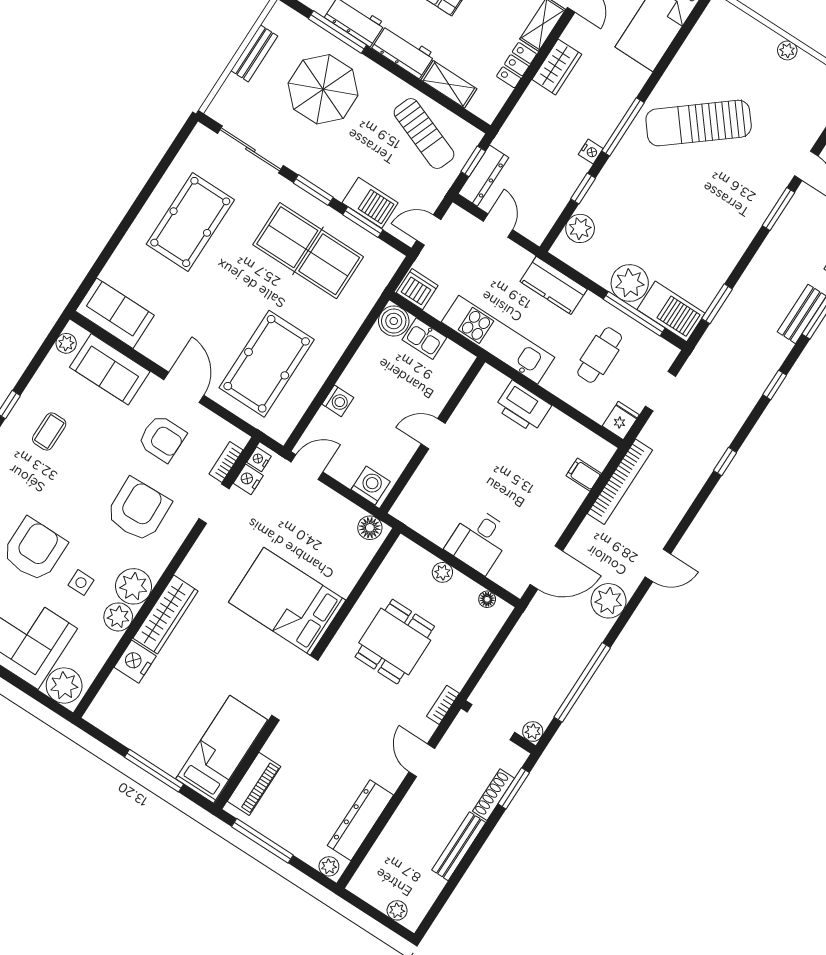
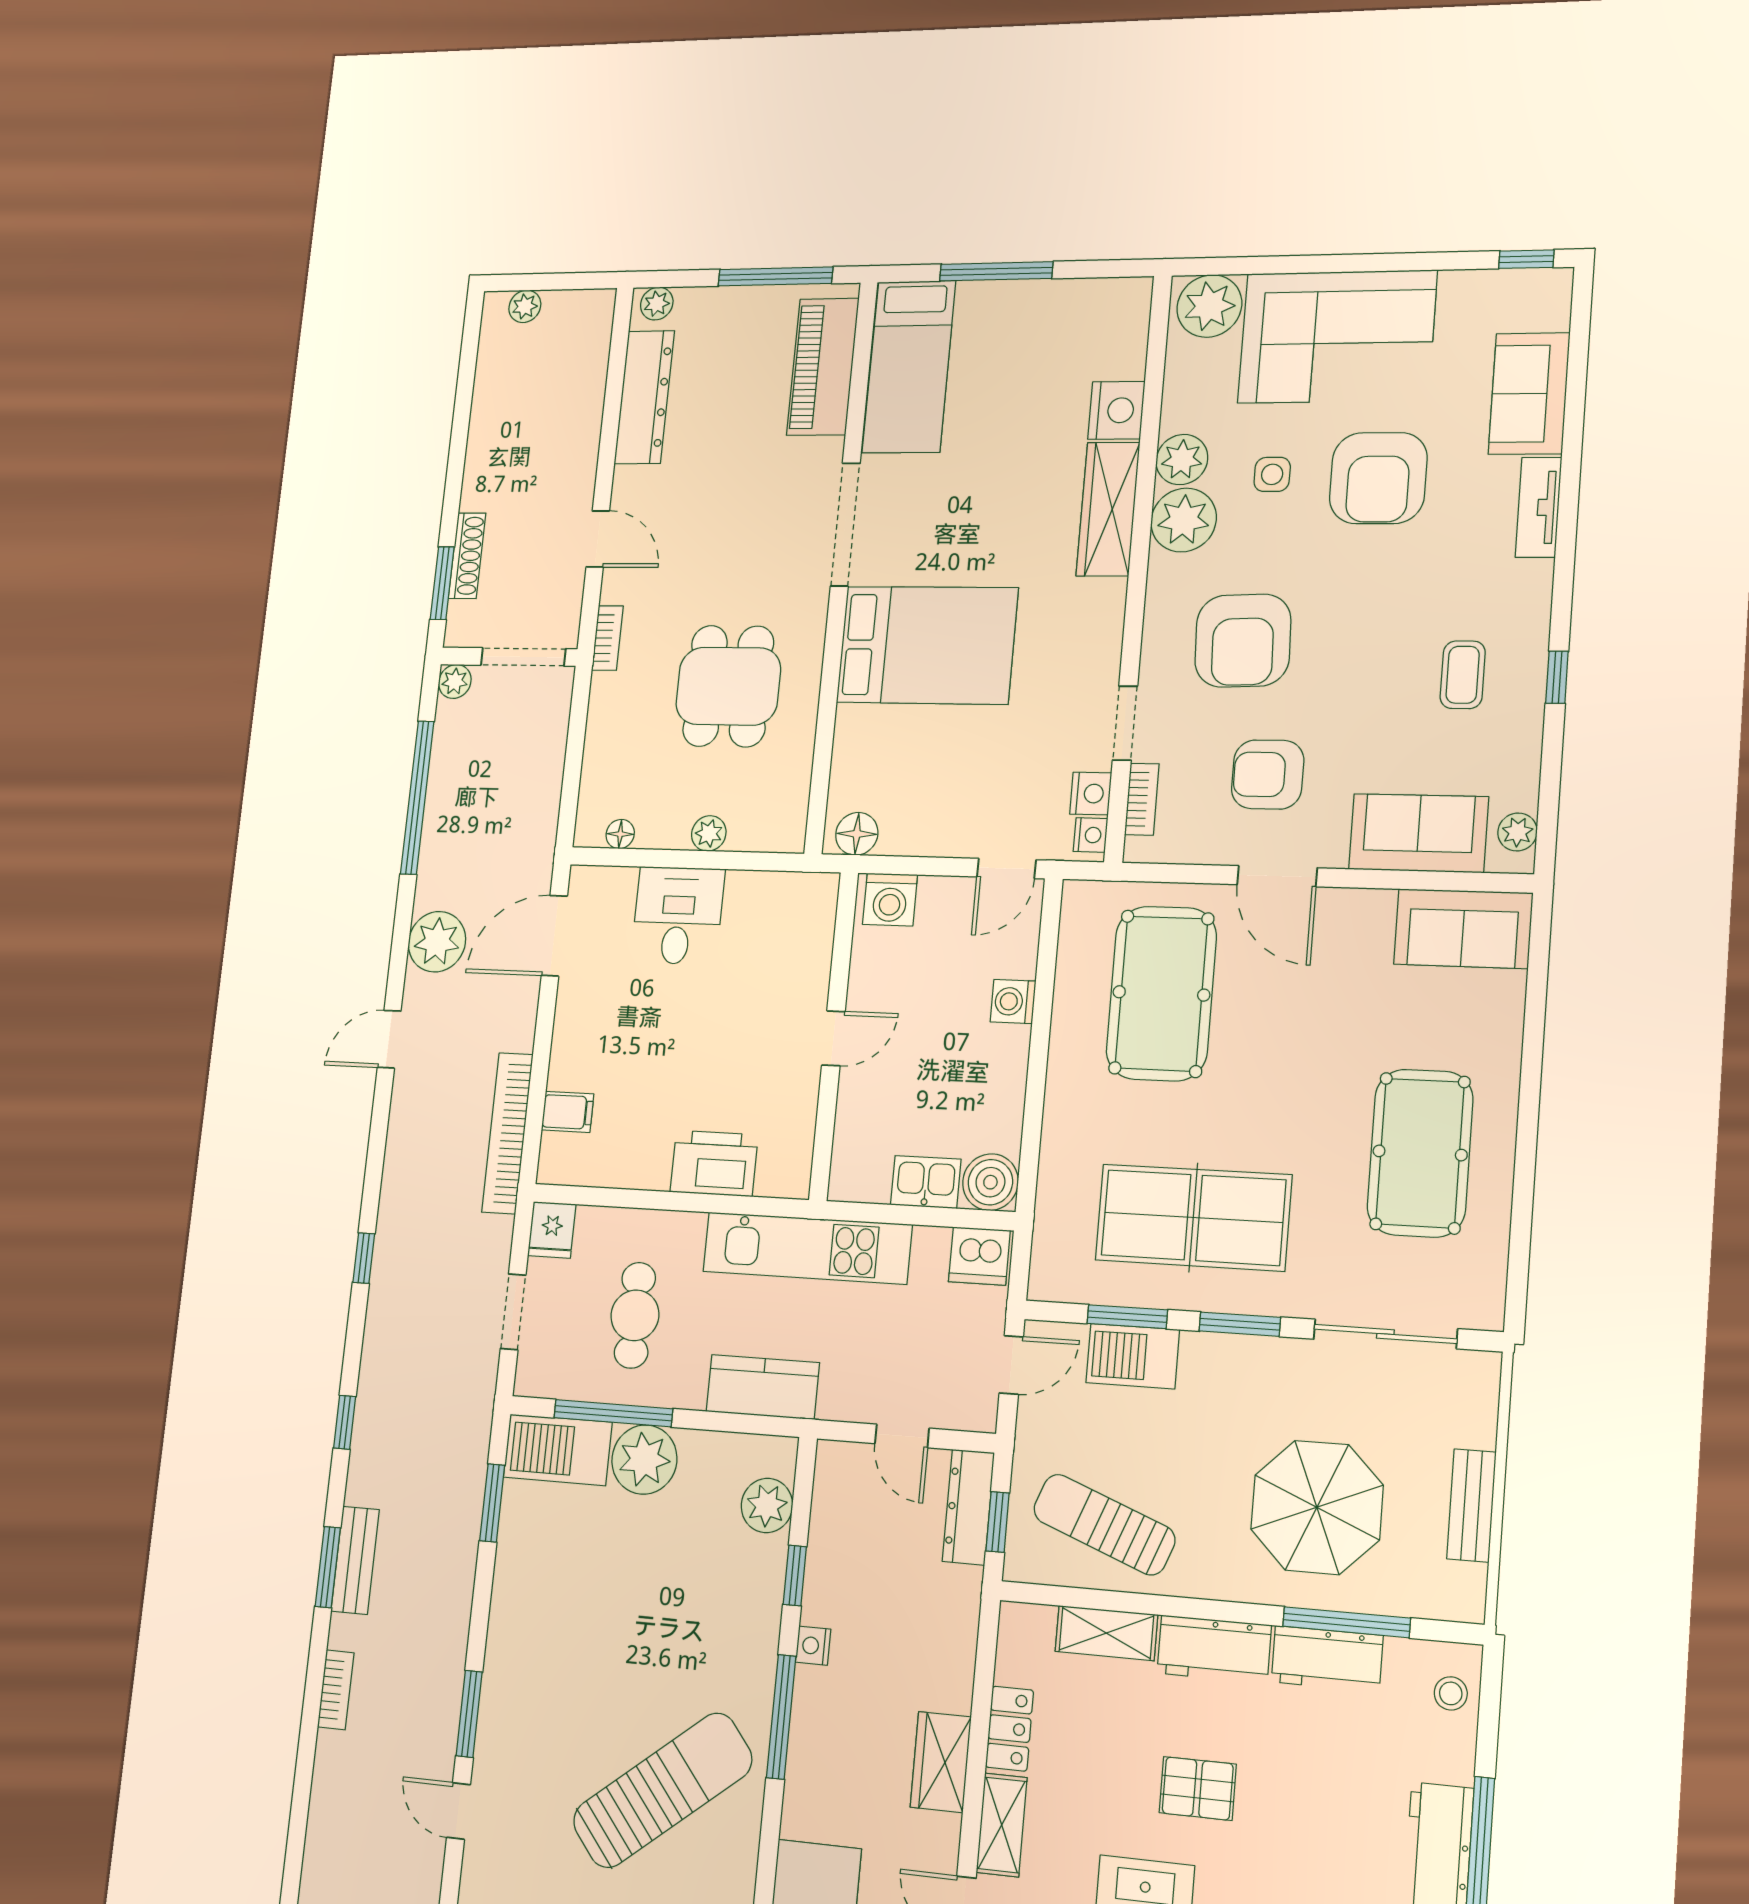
piano: (254, 784) -> (823, 367), width x1.37, depth x1.33
bench: (459, 846) -> (481, 452), removed

